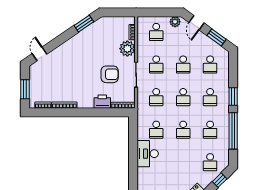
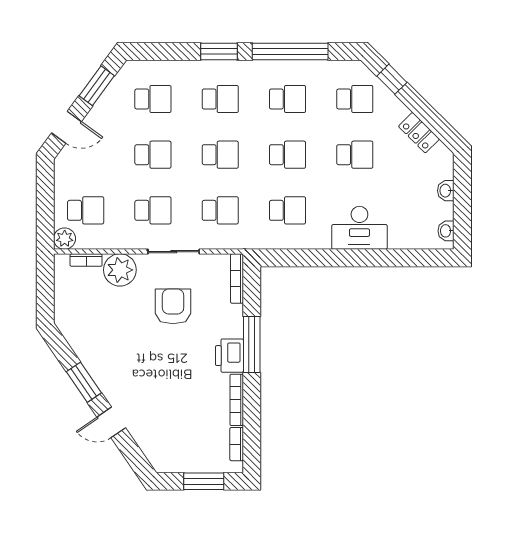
plant: (175, 22) -> (65, 239), moved
window: (84, 24) -> (84, 382), moved
door: (40, 54) -> (111, 422), moved
printer: (102, 102) -> (229, 356), moved
window: (91, 112) -> (252, 344), added
desk: (148, 154) -> (359, 228), moved
school desk: (183, 162) -> (355, 155), added

